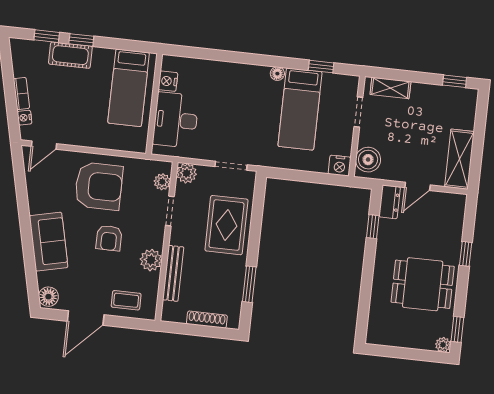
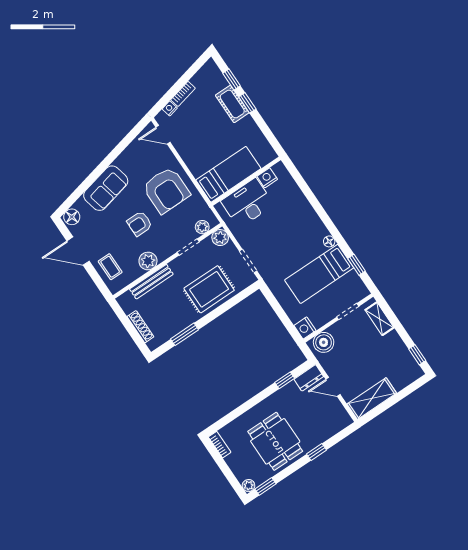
bed: (129, 88) -> (228, 174), moved, turned 180
bookcase: (381, 339) -> (220, 445), added

